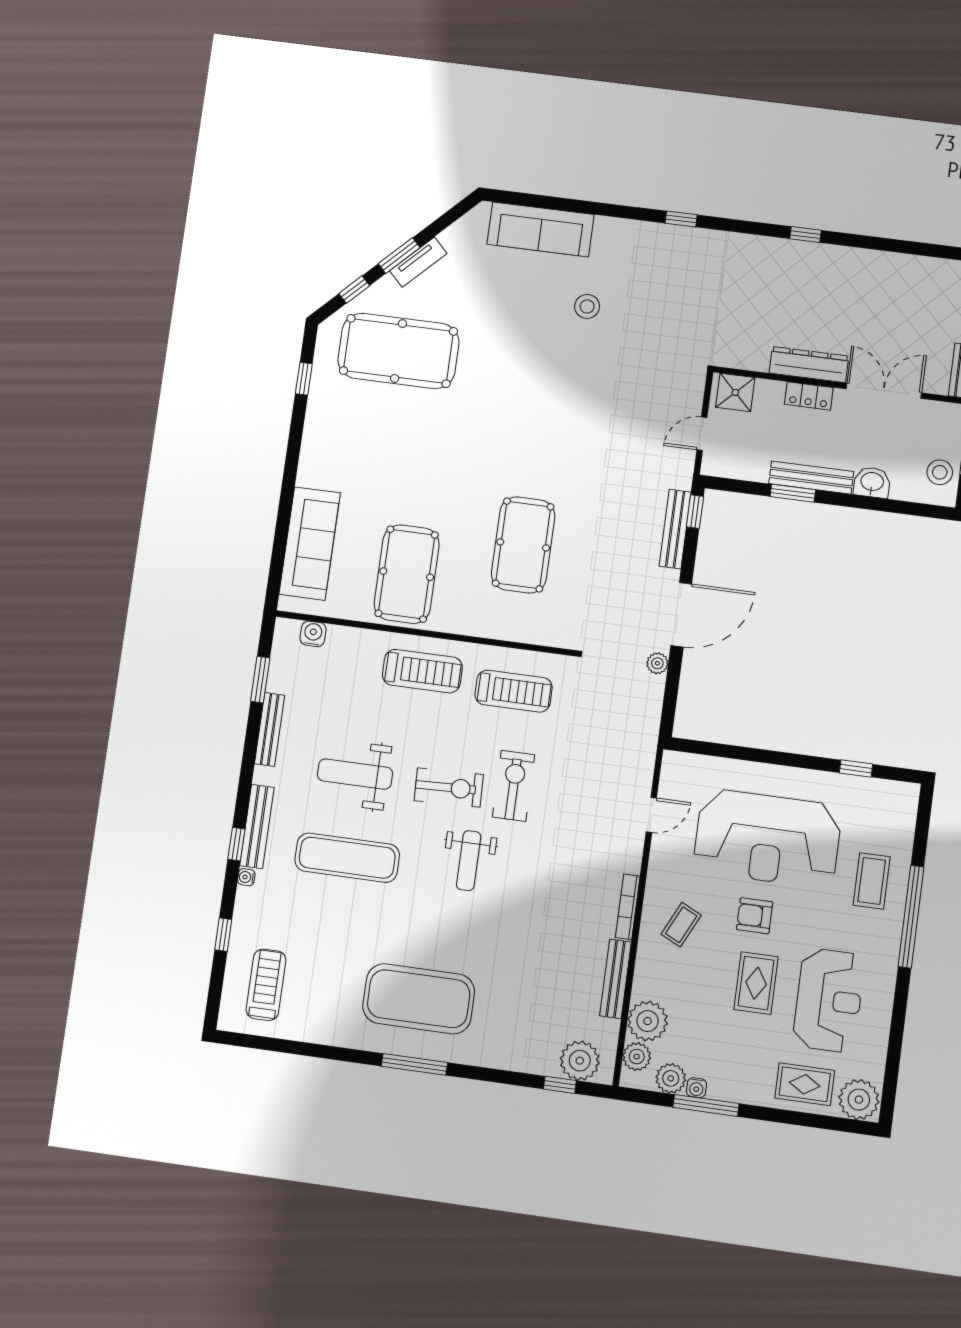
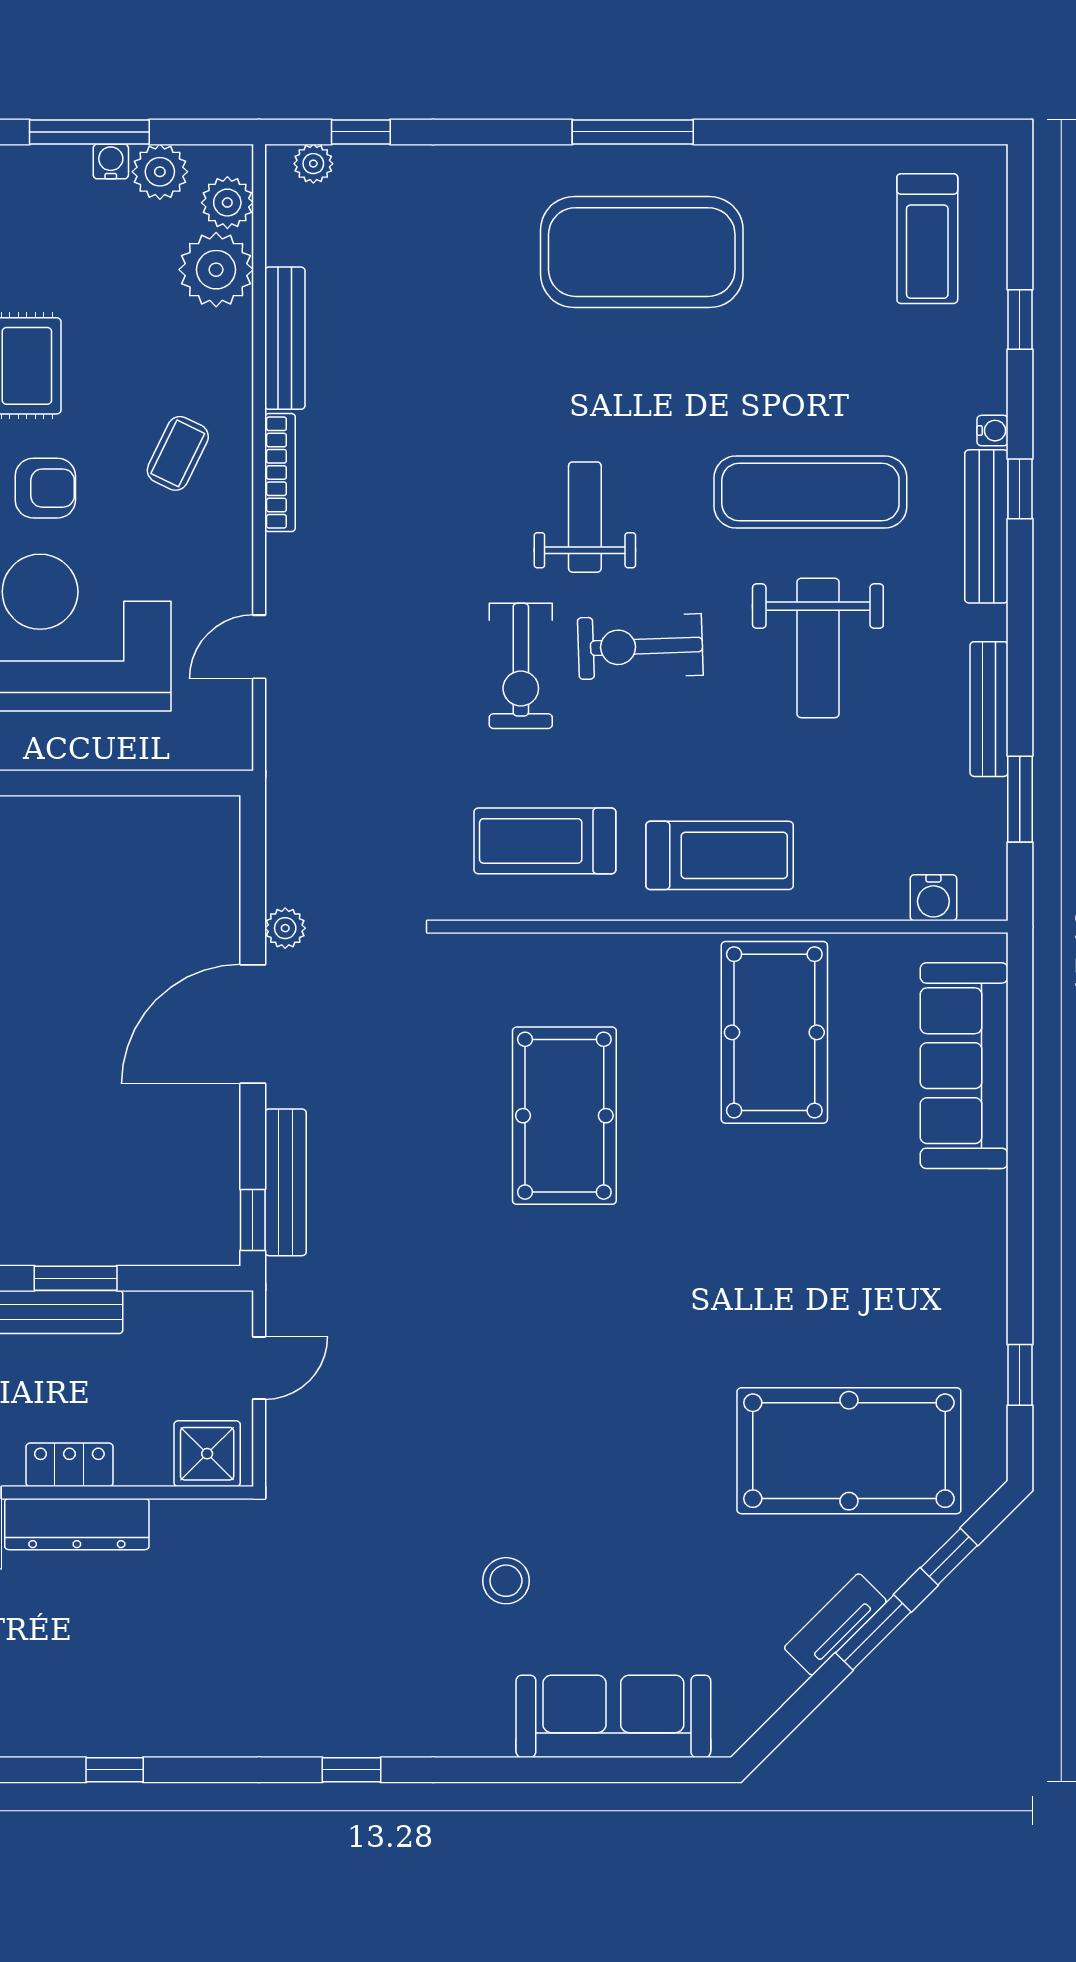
treadmill: (422, 671) -> (720, 855), turned 180
weight bench: (355, 774) -> (818, 648), turned 90
plant: (580, 1061) -> (313, 164), width x0.53, depth x0.53

